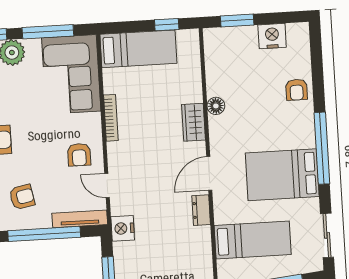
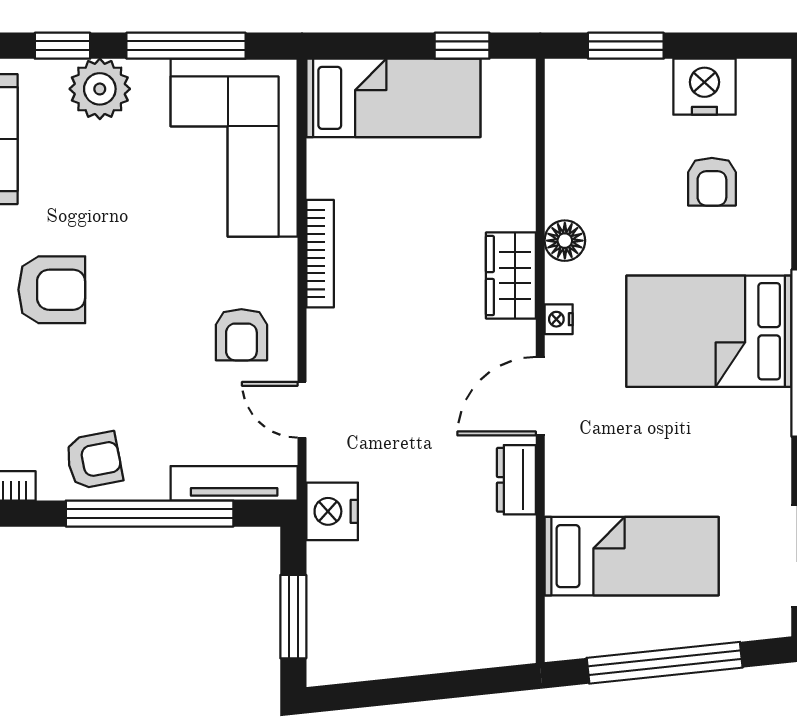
armchair: (296, 90) -> (712, 182), moved
nightstand: (215, 140) -> (559, 319), added
bed: (282, 175) -> (709, 331), moved
armchair: (22, 197) -> (94, 460), moved

